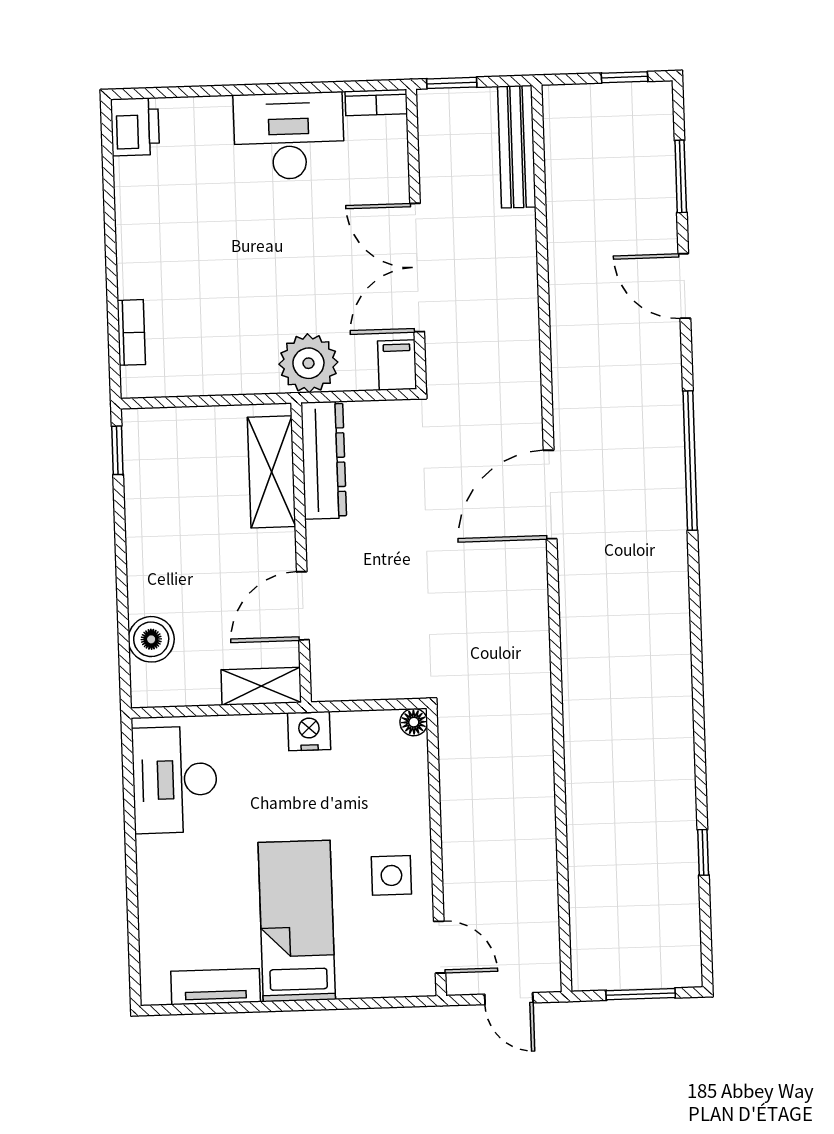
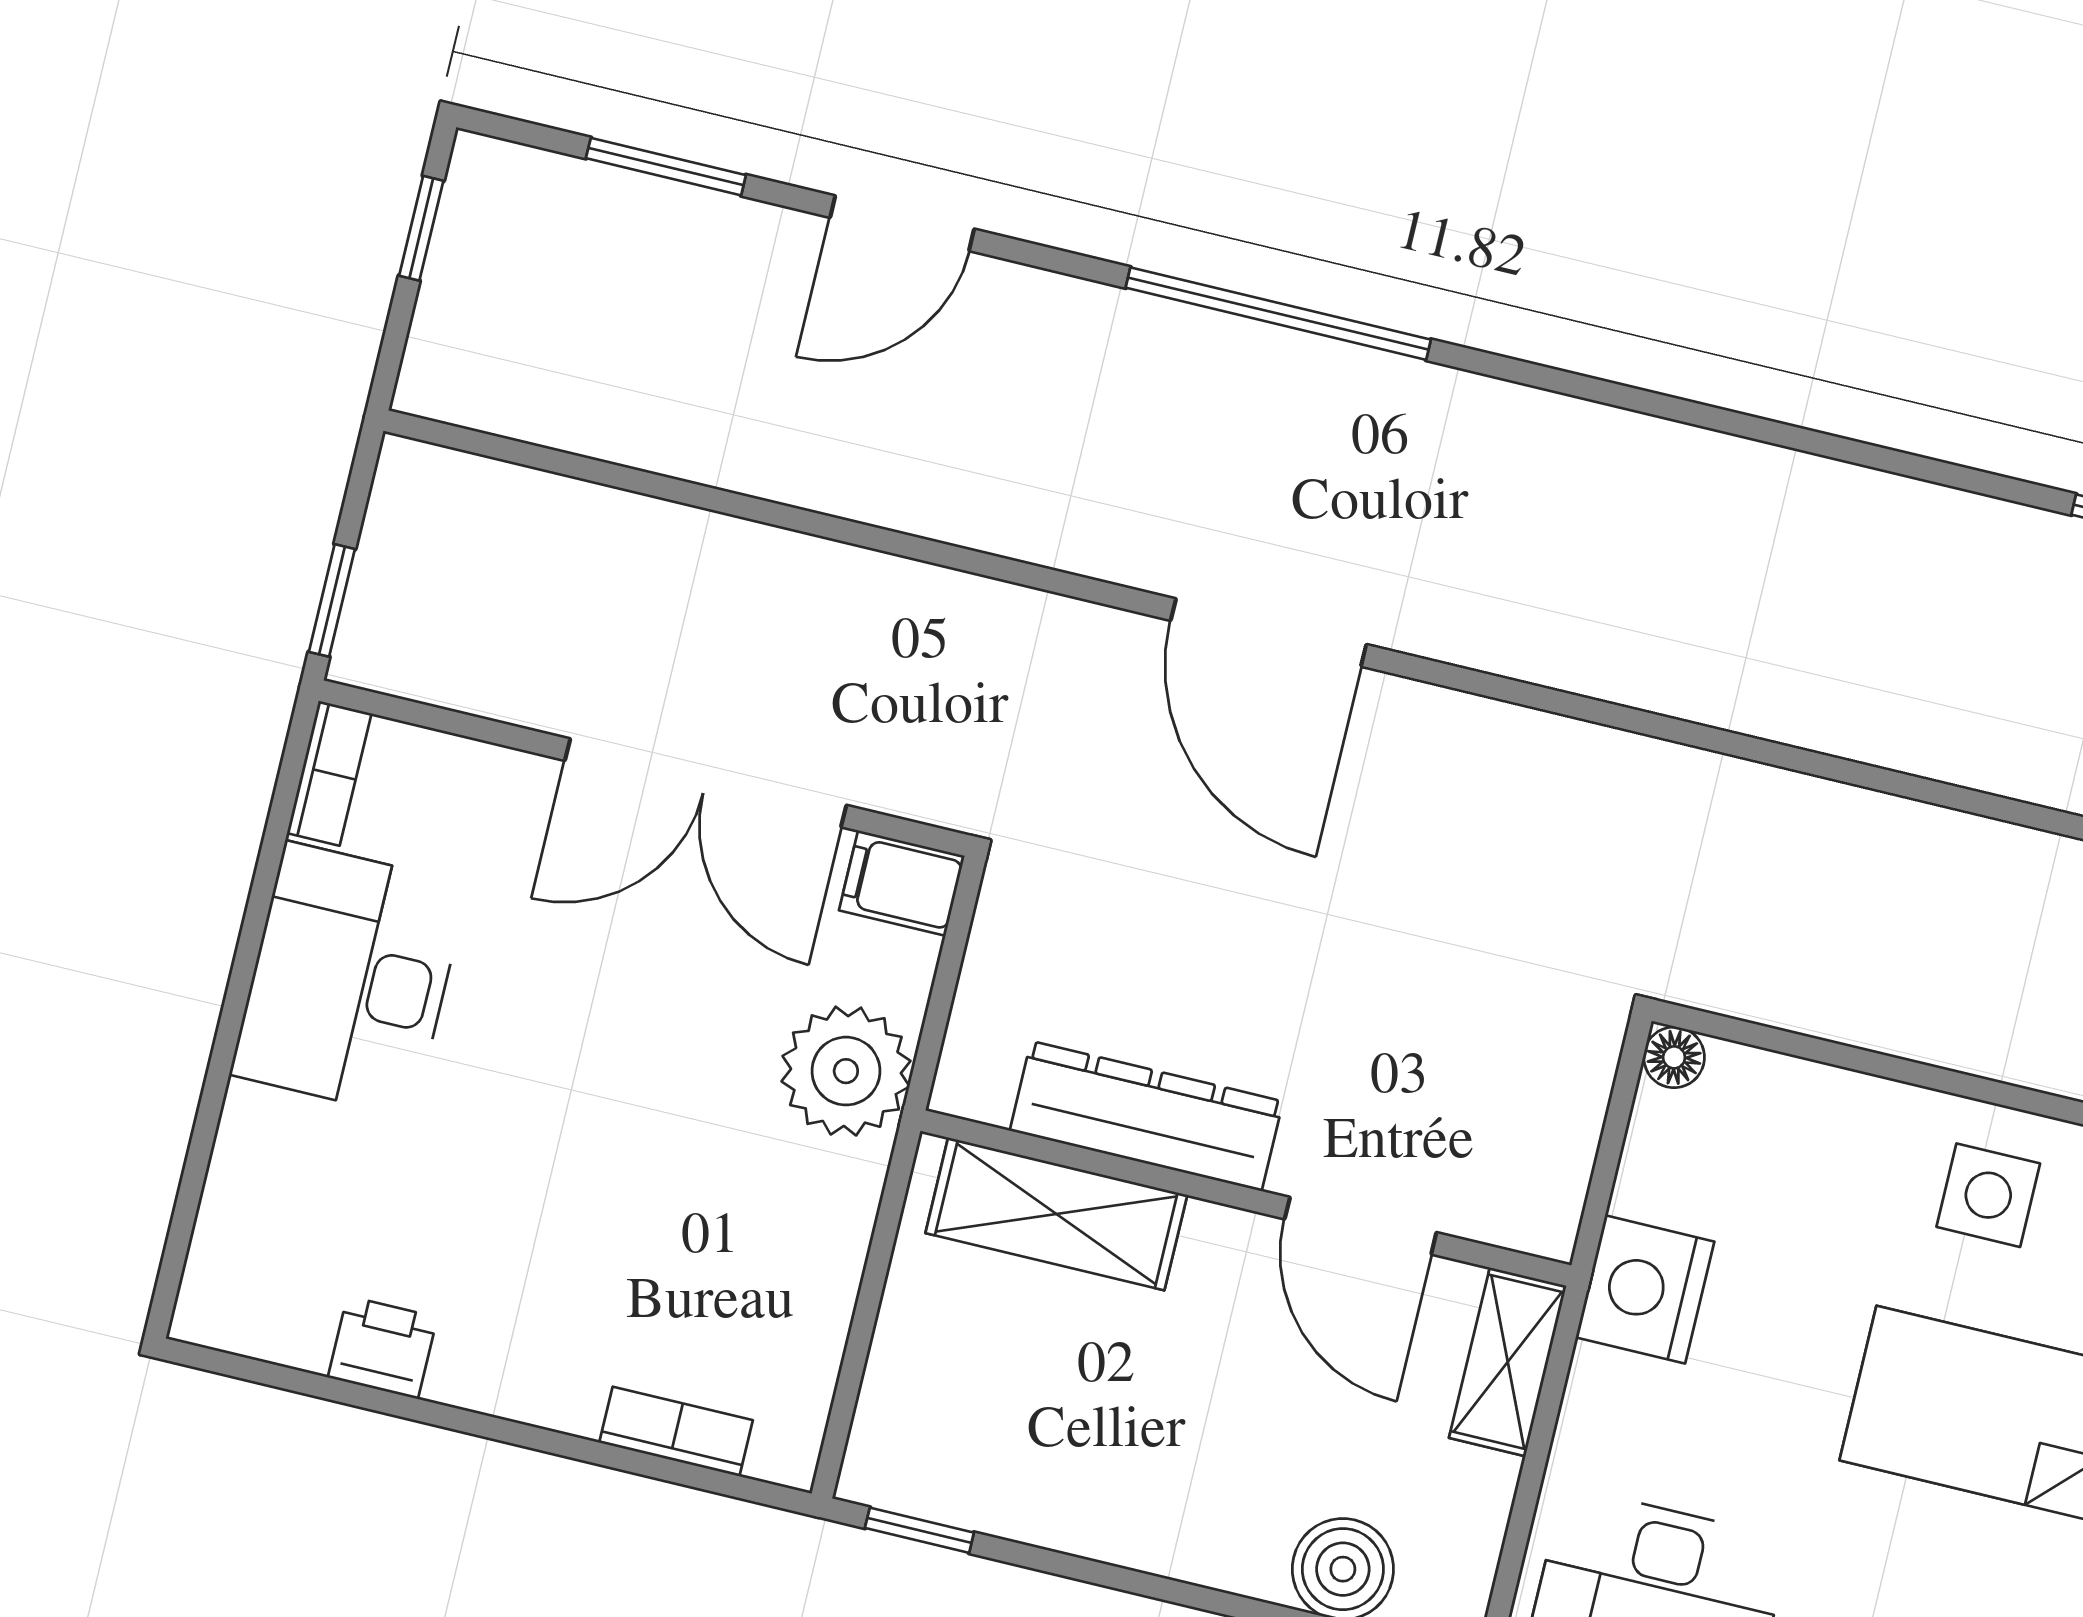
printer: (135, 127) -> (383, 1347), moved, width x0.73, depth x0.81
bench: (517, 147) -> (506, 499), removed
dresser: (324, 460) -> (1146, 1116), moved
nightstand: (309, 731) -> (1645, 1289), width x1.36, depth x1.33

